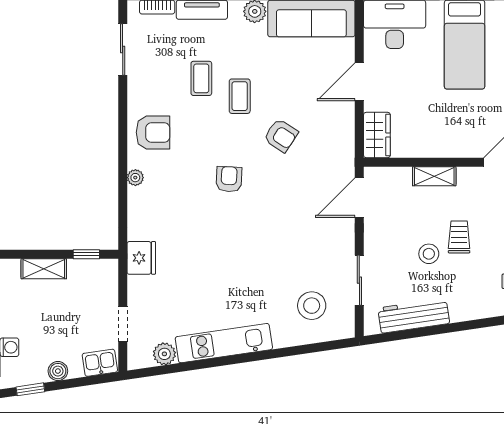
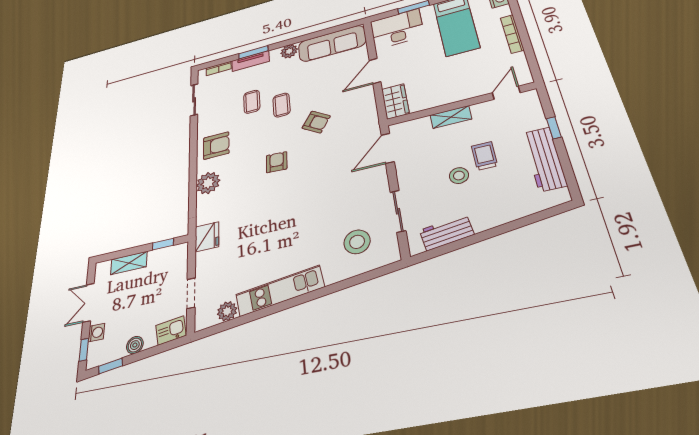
plant: (135, 178) -> (208, 183), width x1.88, depth x1.88
workbench: (414, 316) -> (447, 232), width x0.73

